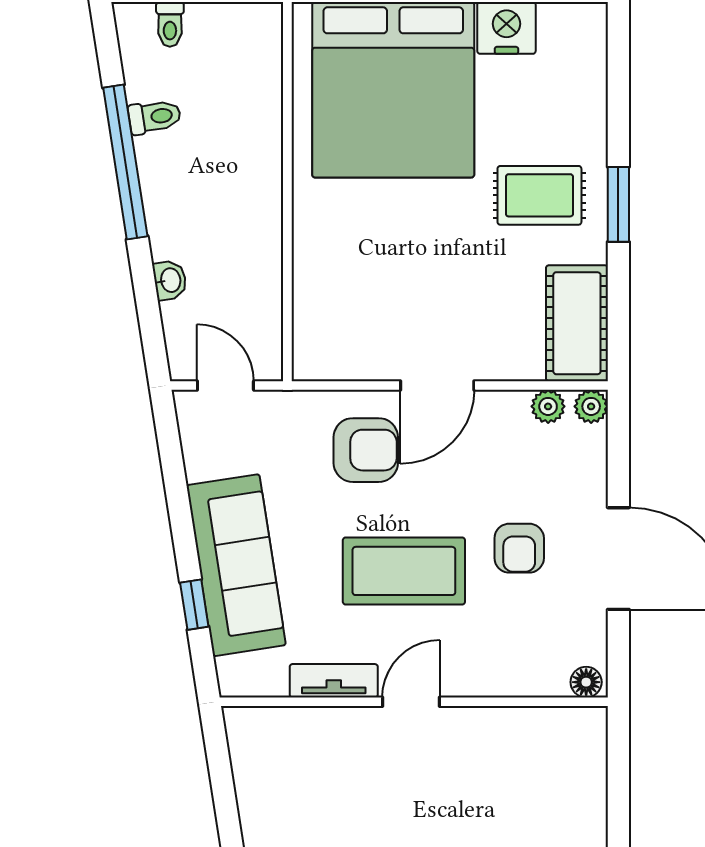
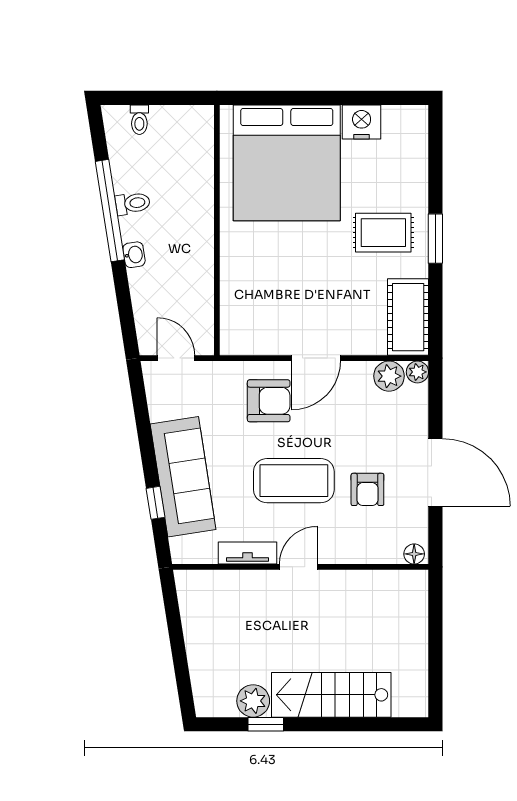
toilet: (155, 117) -> (133, 203), moved
washbasin: (170, 280) -> (134, 255), moved
plant: (548, 406) -> (389, 376), width x1.38, depth x1.38
armchair: (519, 548) -> (367, 489), moved

